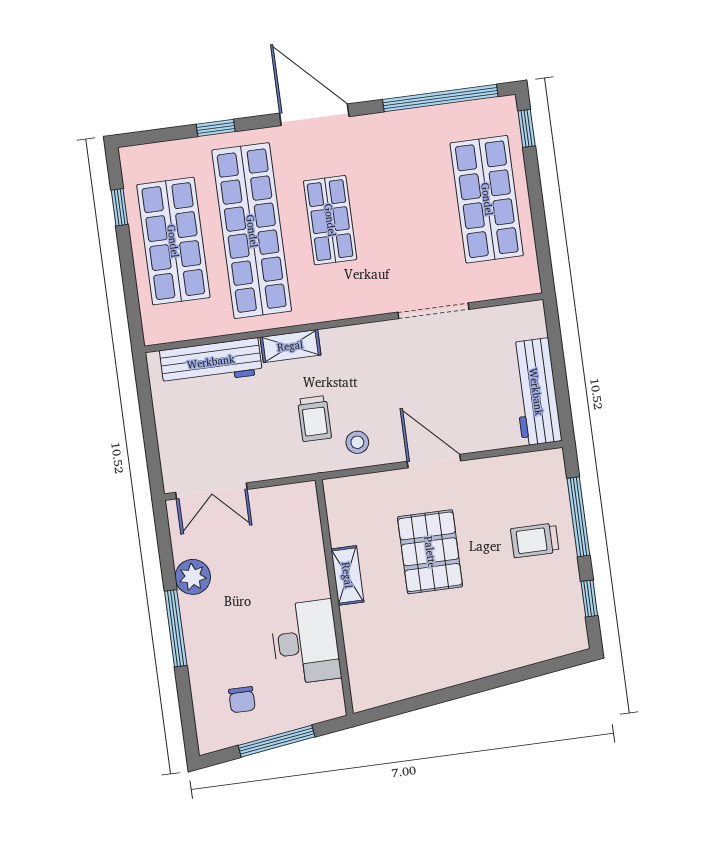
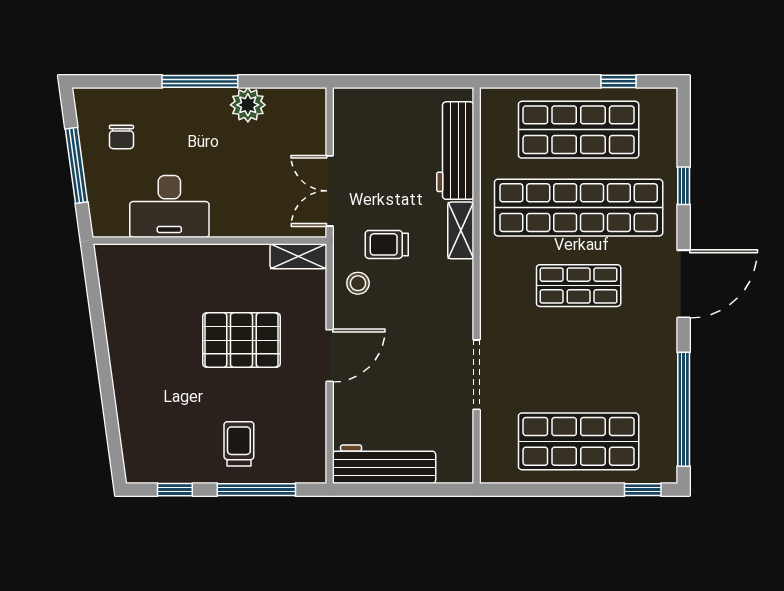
double door: (211, 491) -> (330, 191), moved
shelving: (347, 575) -> (298, 256), moved
chair: (242, 700) -> (121, 137), turned -90

